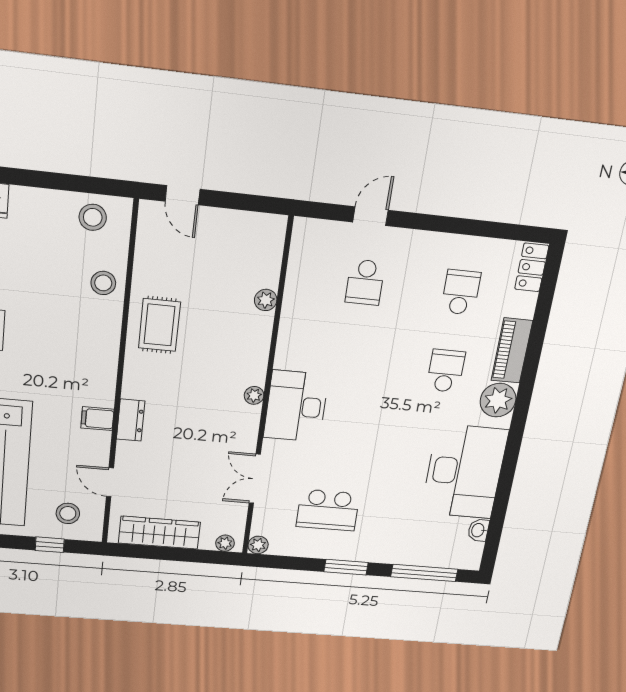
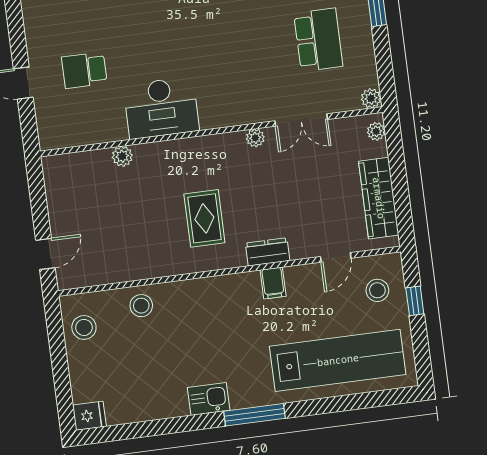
school desk: (365, 282) -> (84, 70), turned 180
rug: (159, 325) -> (204, 218), moved, turned 90
plant: (254, 395) -> (255, 138), moved
desk: (296, 406) -> (161, 108), moved

